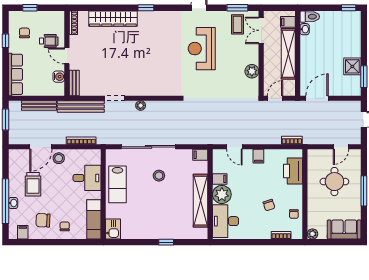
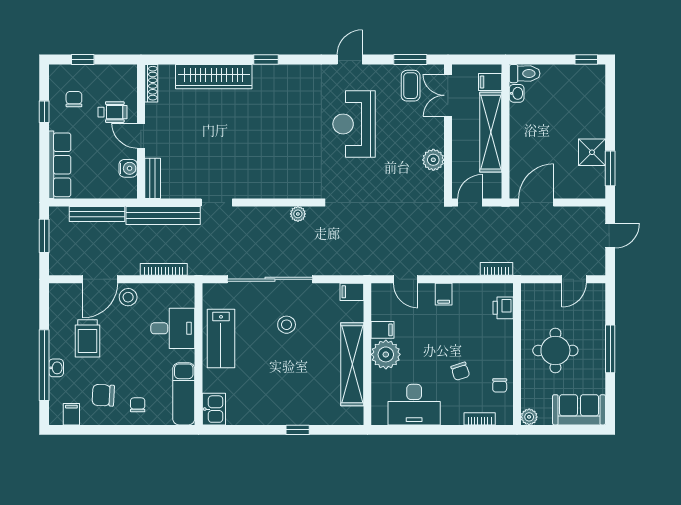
plant: (141, 105) -> (298, 214), moved
printer: (293, 171) -> (503, 308), width x0.53, depth x0.68
round table: (334, 182) -> (555, 350), moved
desk: (225, 221) -> (414, 405), moved, turned -90

